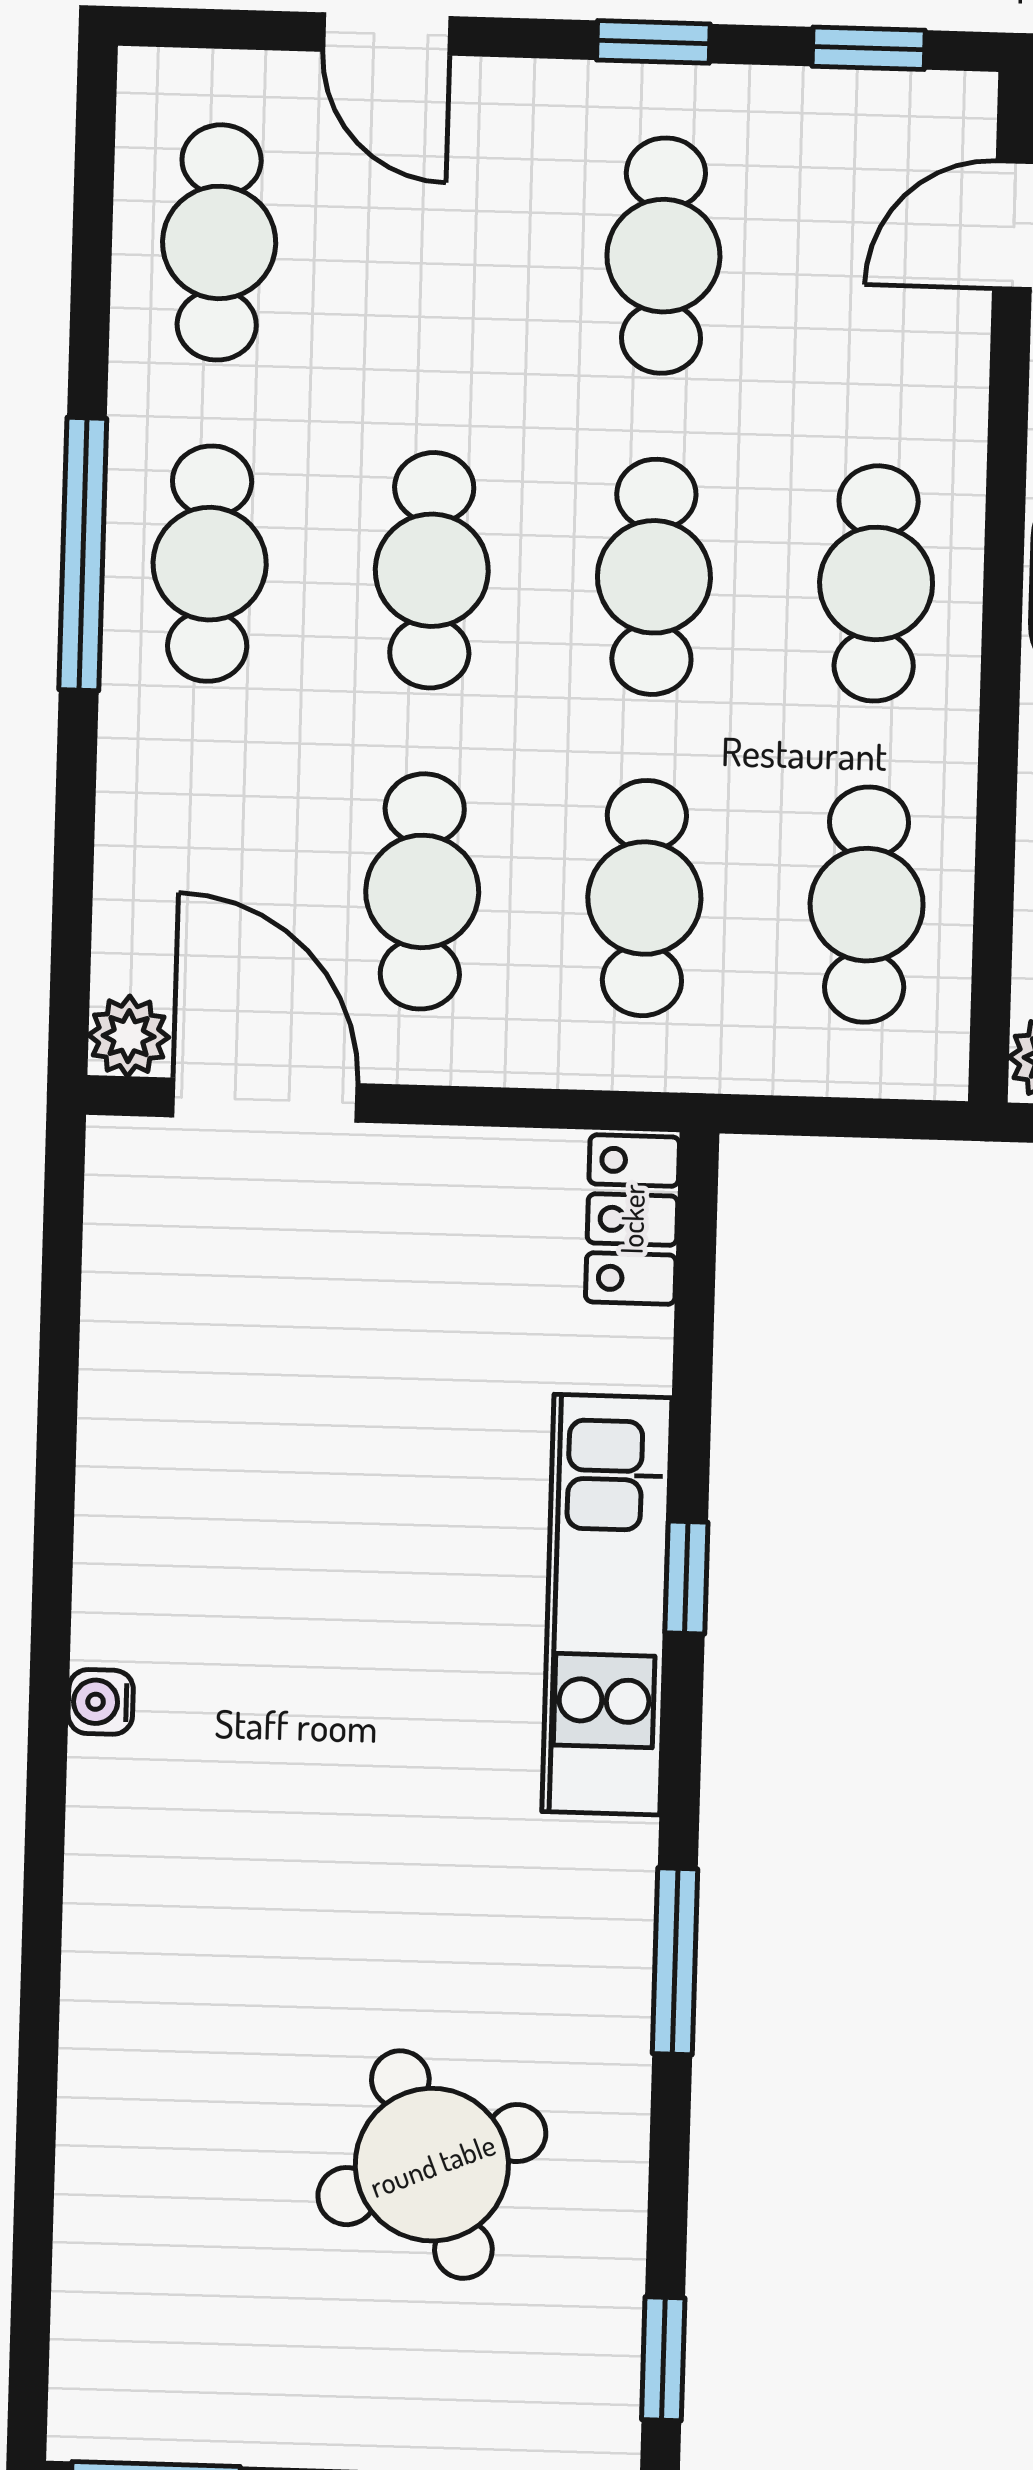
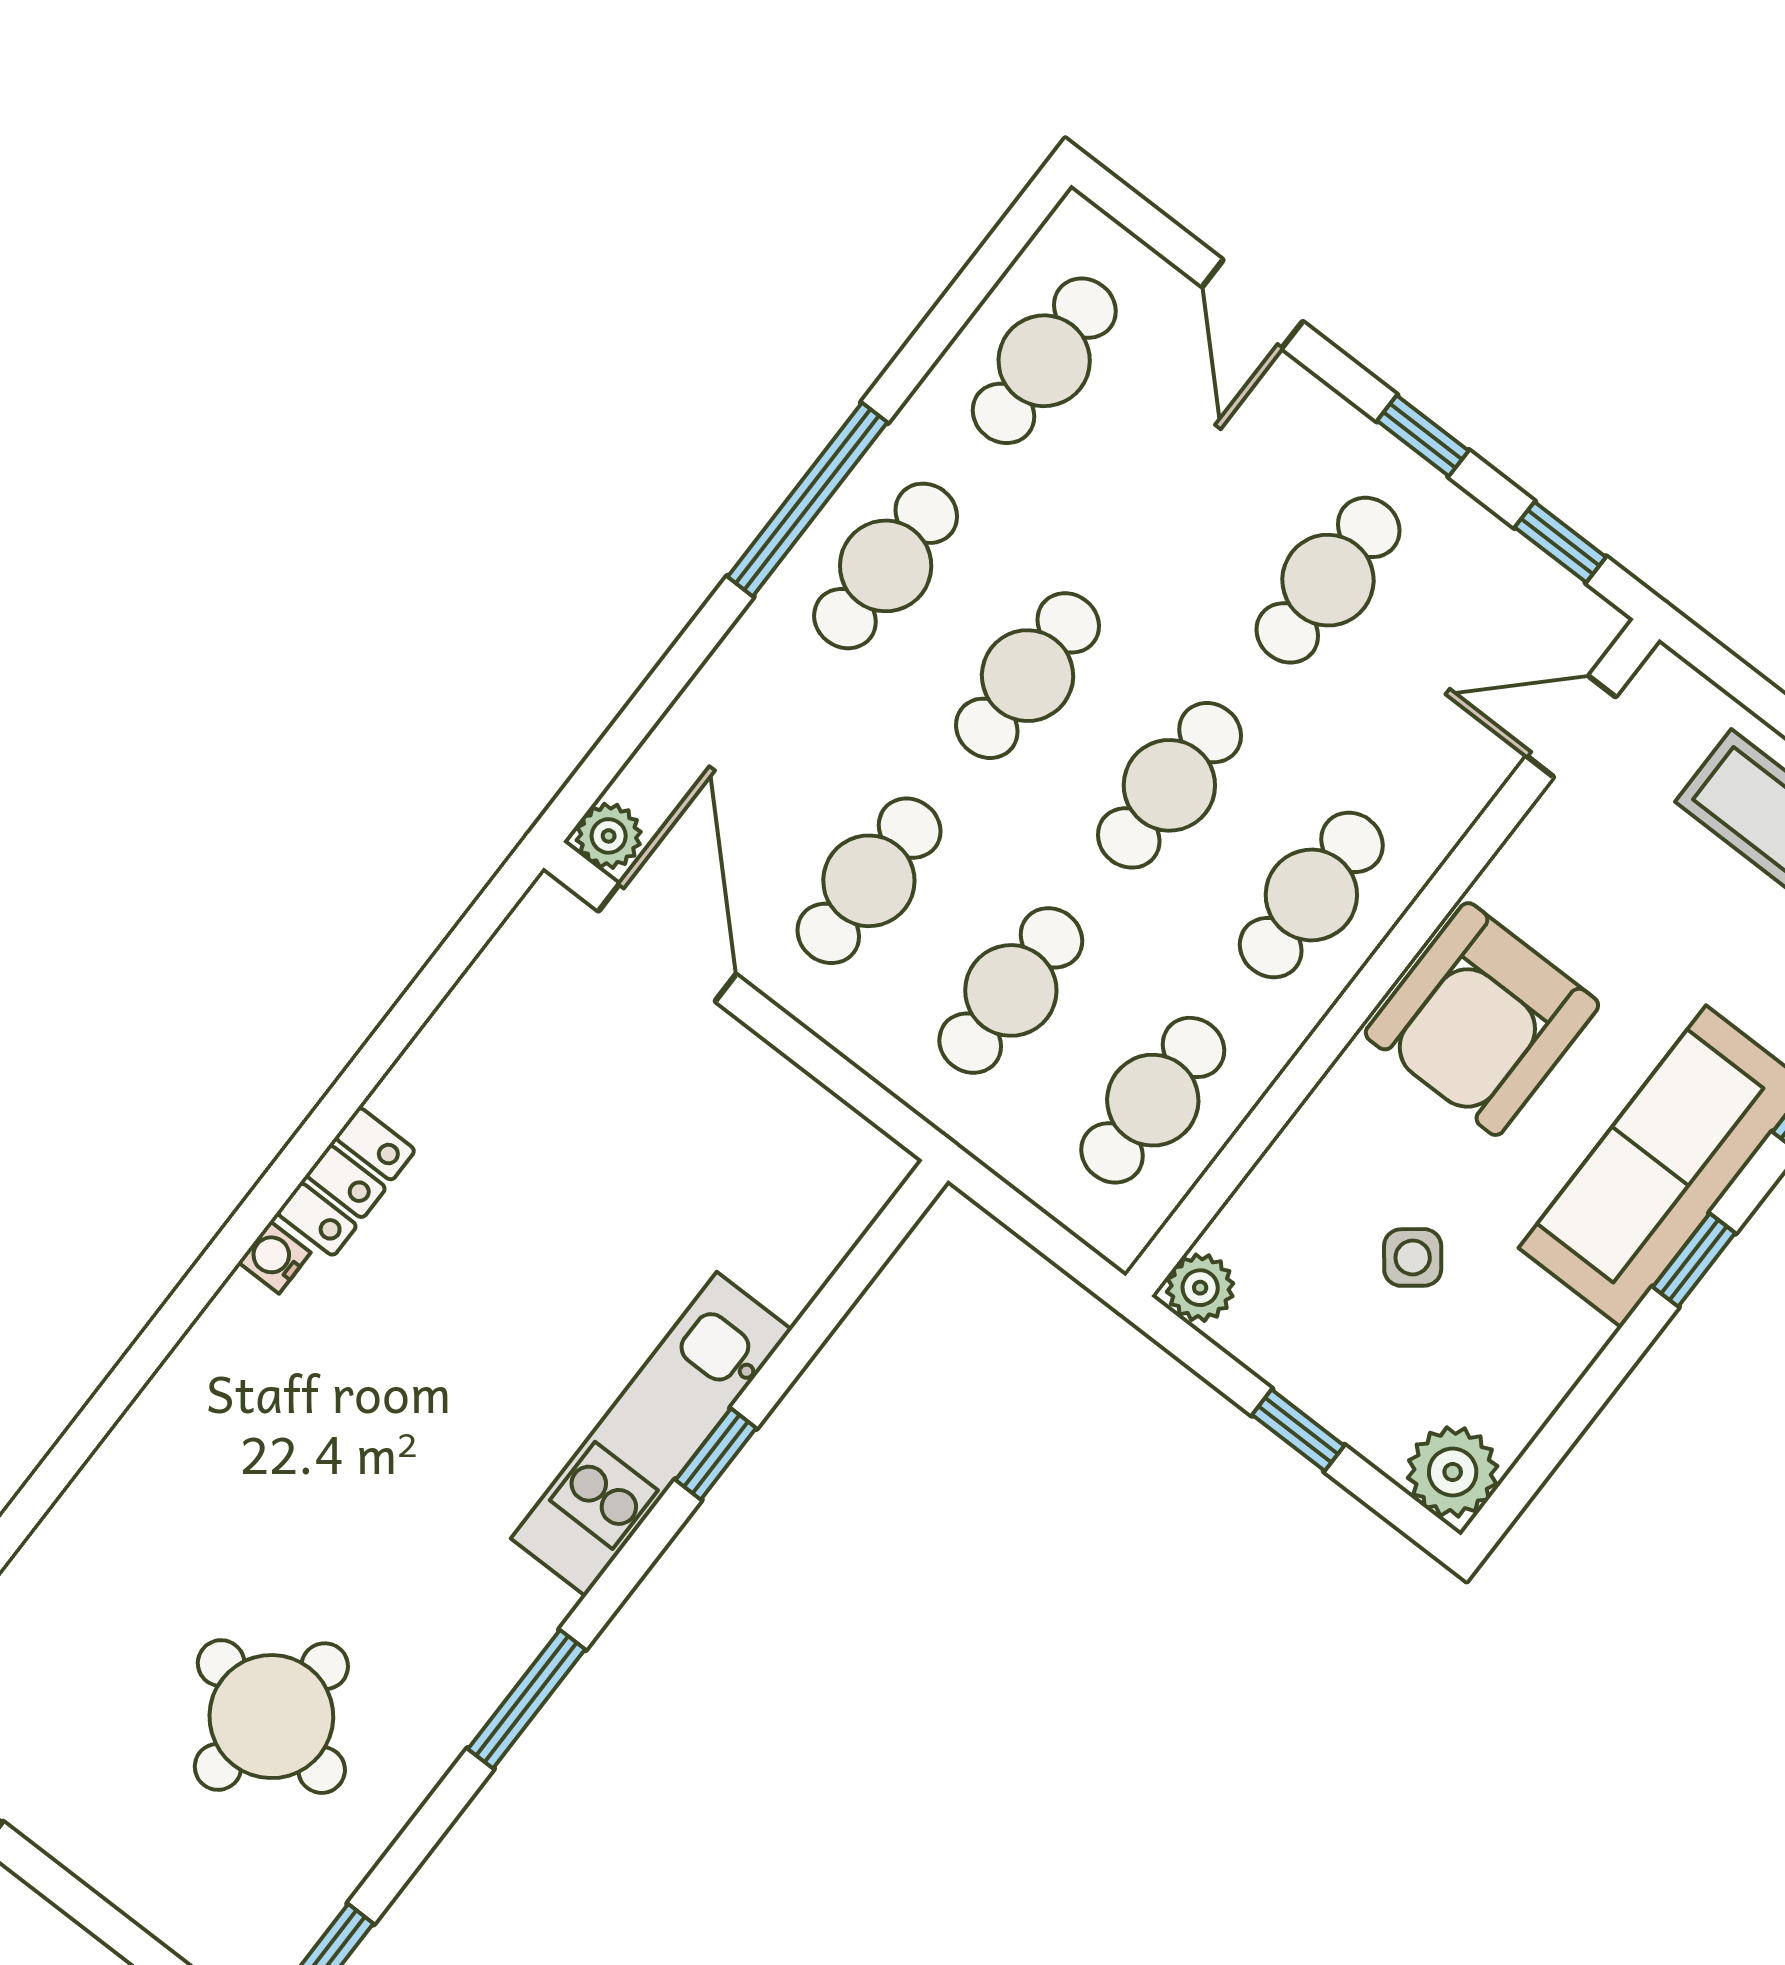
locker: (632, 1219) -> (346, 1182), moved, turned 180
round table: (432, 2165) -> (271, 1717), turned 31

